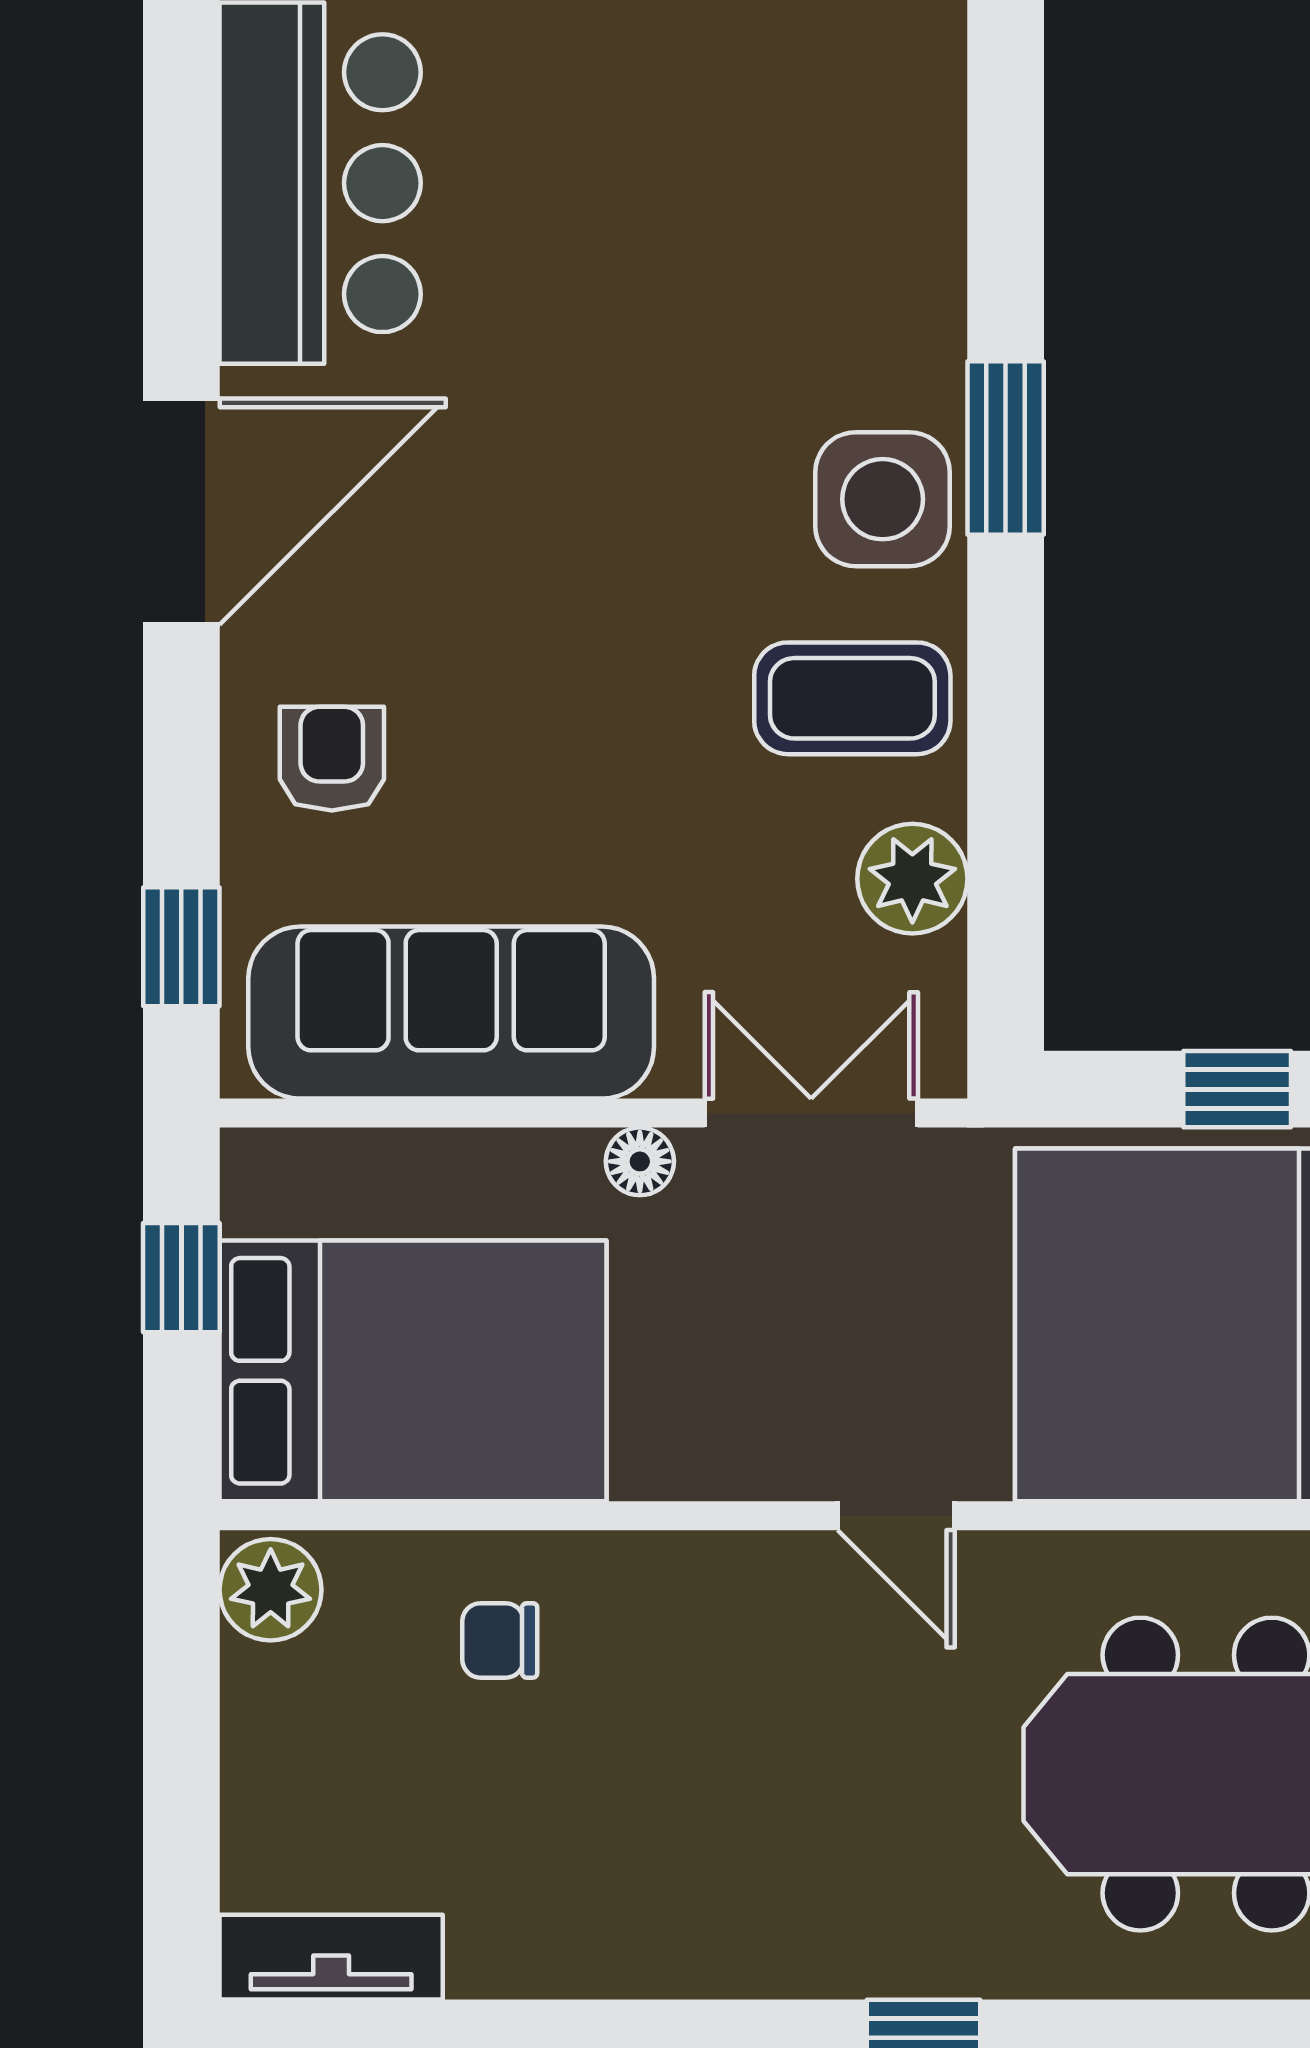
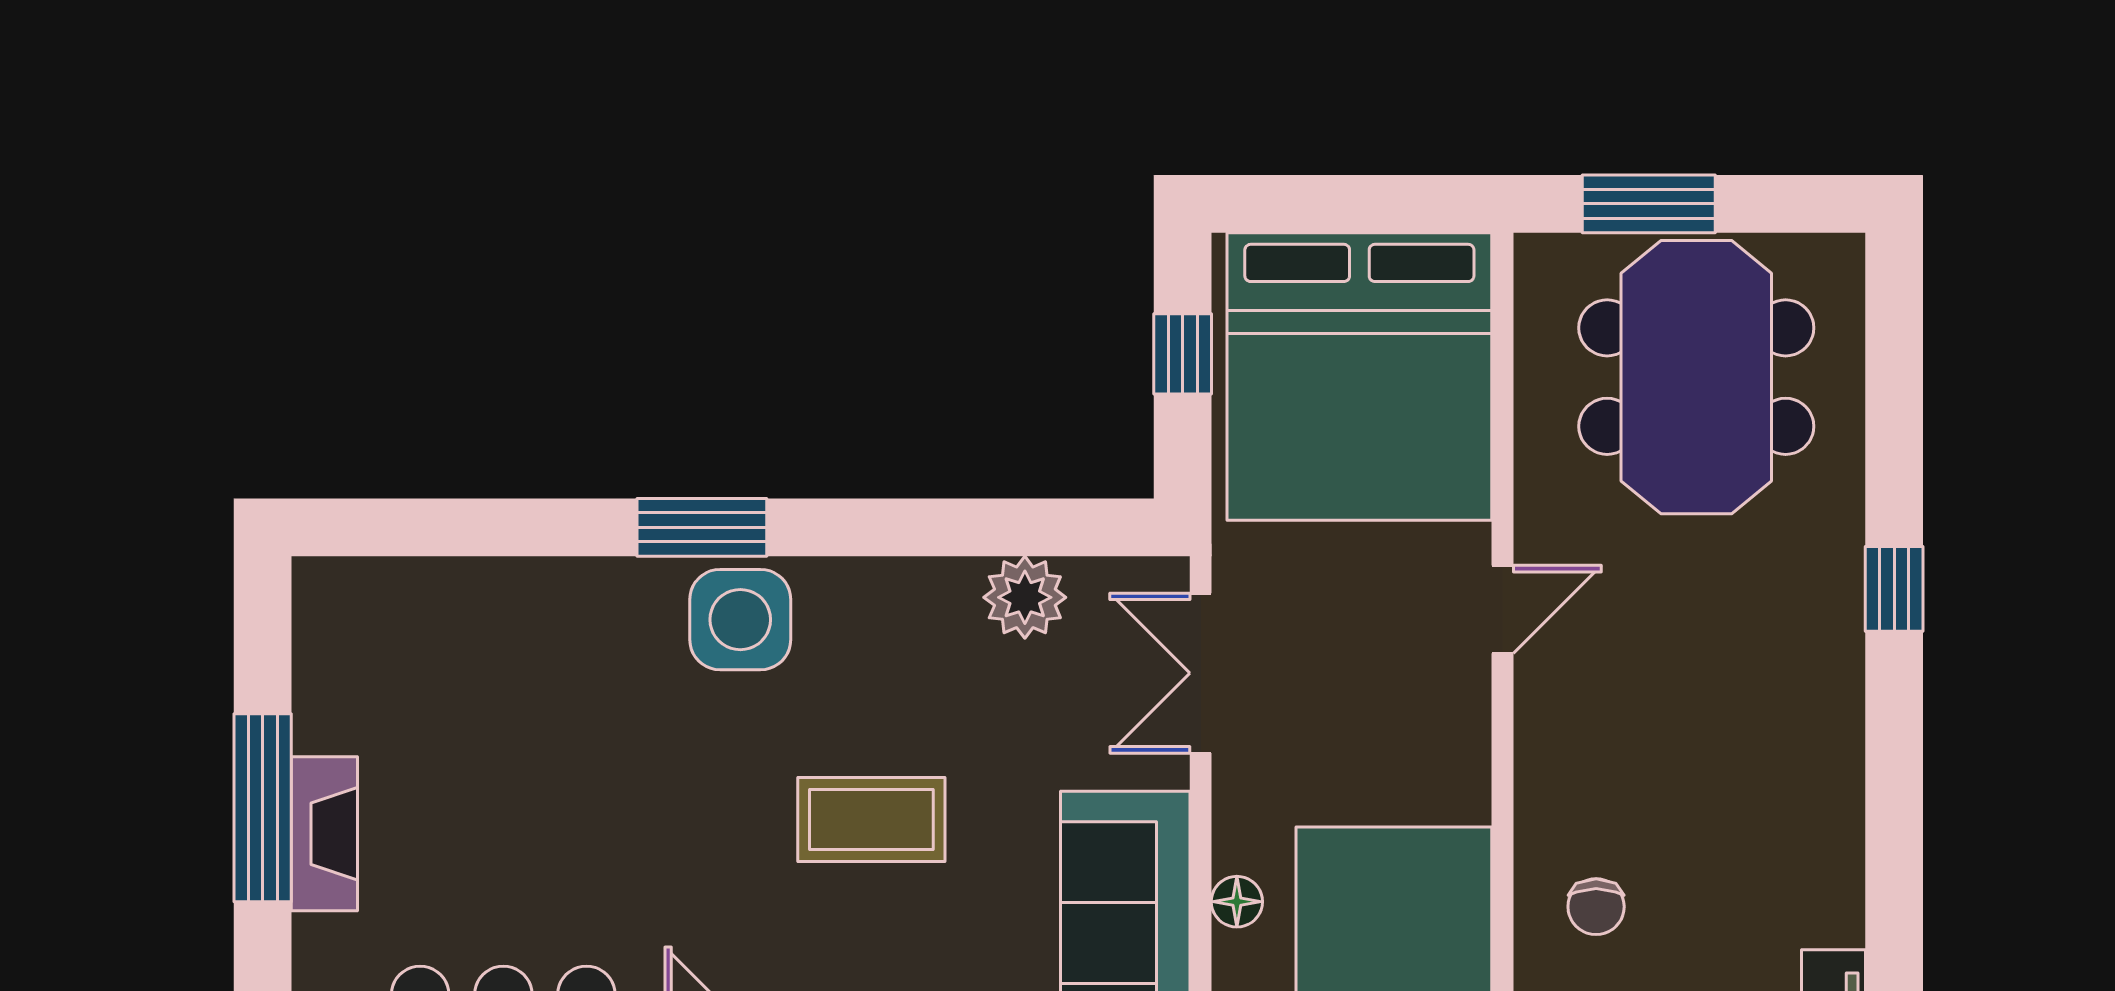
coffee table: (852, 698) -> (871, 820), moved, turned 90
floor lamp: (640, 1161) -> (1237, 902), moved

